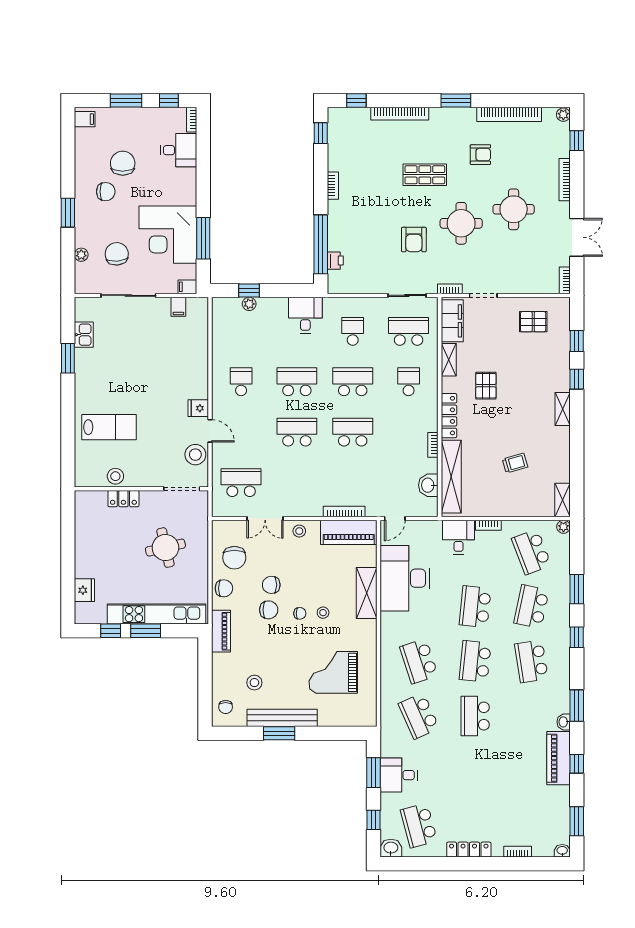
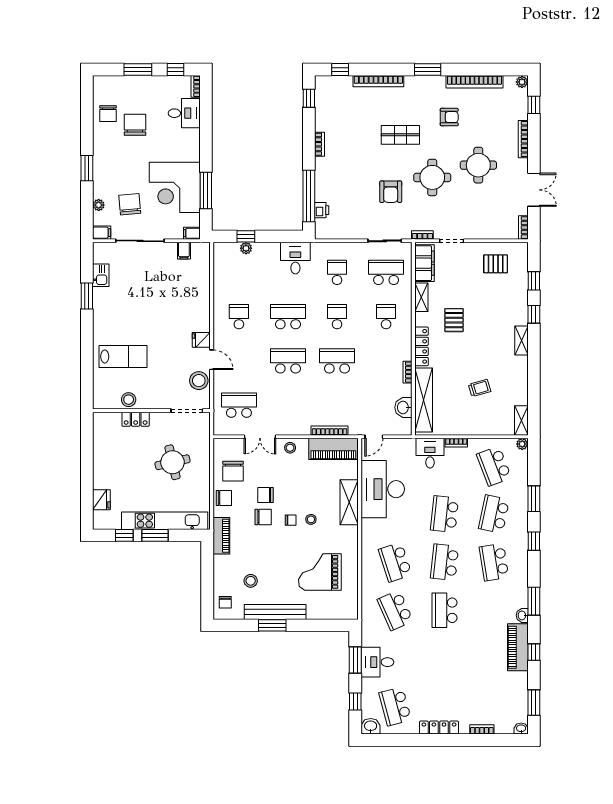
filing cabinet: (85, 119) -> (102, 233), moved
chair: (106, 192) -> (108, 114), moved, turned 90
school desk: (353, 382) -> (337, 317), width x0.54

